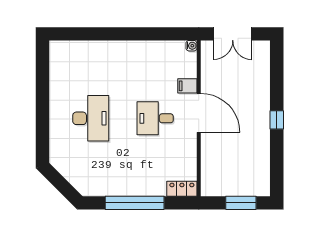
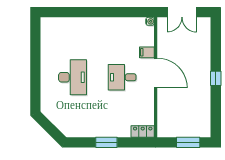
window: (135, 203) -> (106, 142), width x0.47

